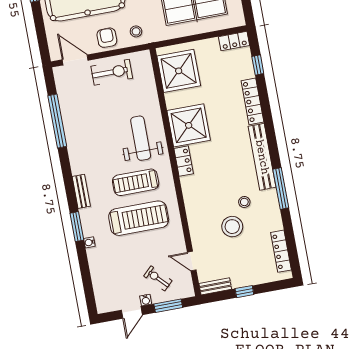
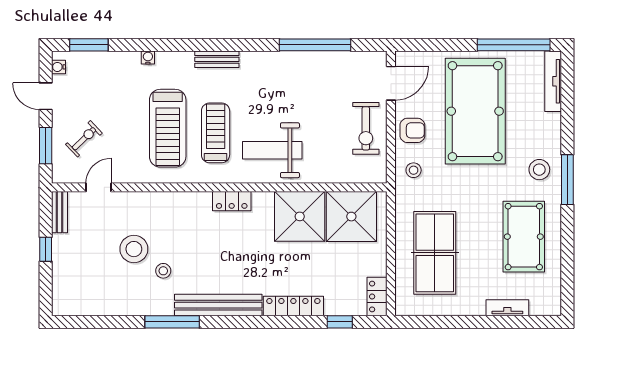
shower: (189, 125) -> (300, 216), moved
weight bench: (141, 138) -> (272, 150), turned 180
window: (77, 227) -> (89, 45), moved
locker: (281, 251) -> (90, 307), removed
water cooler: (146, 300) -> (58, 67), moved

